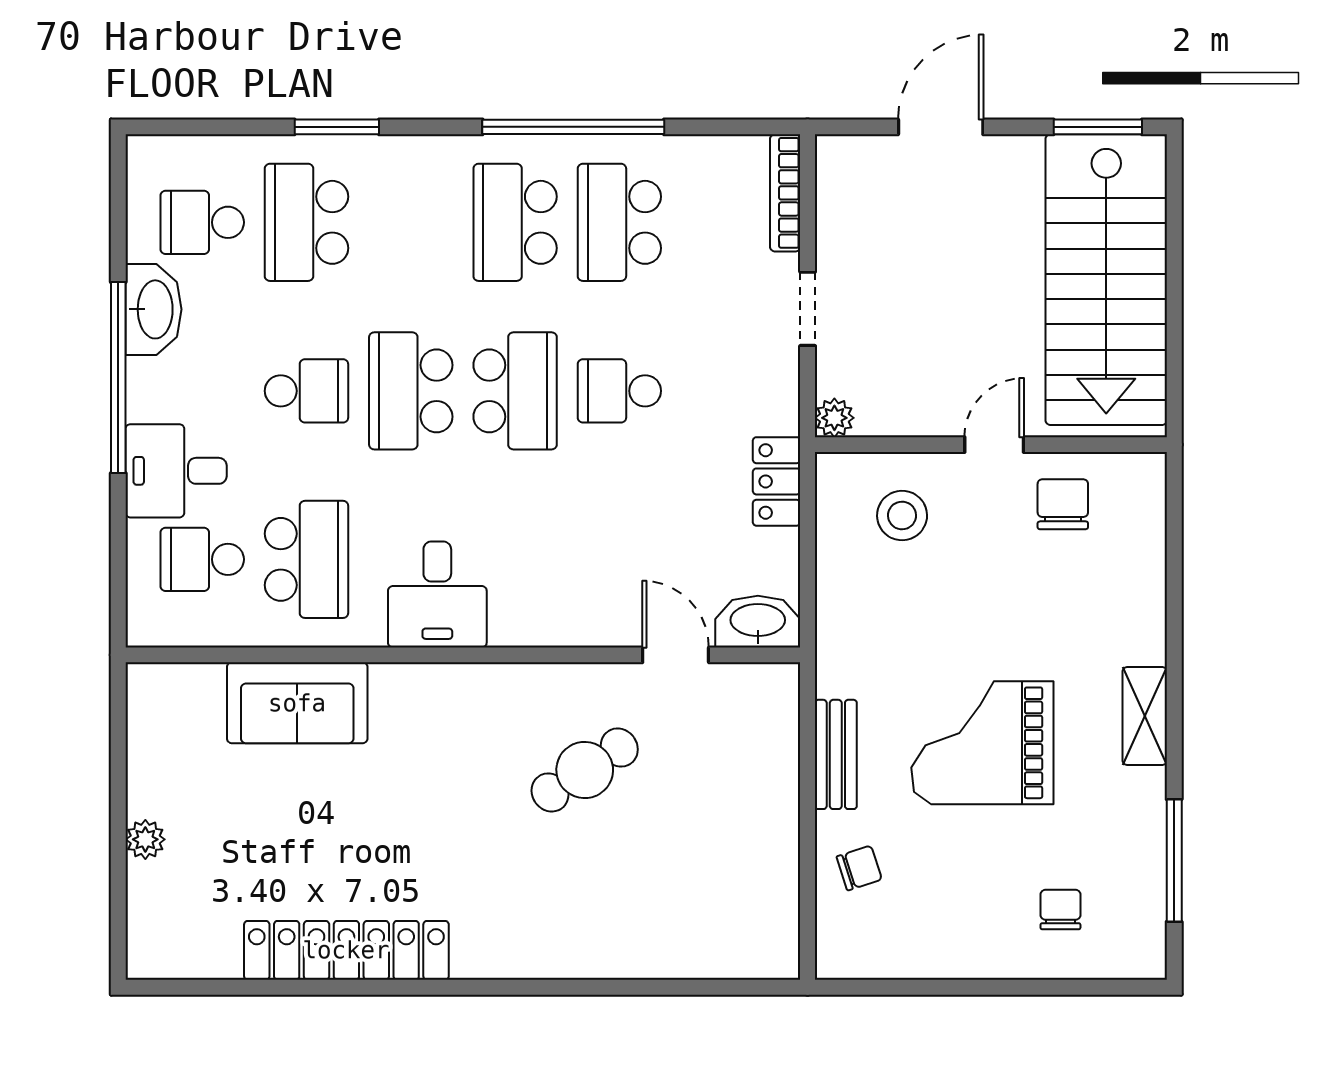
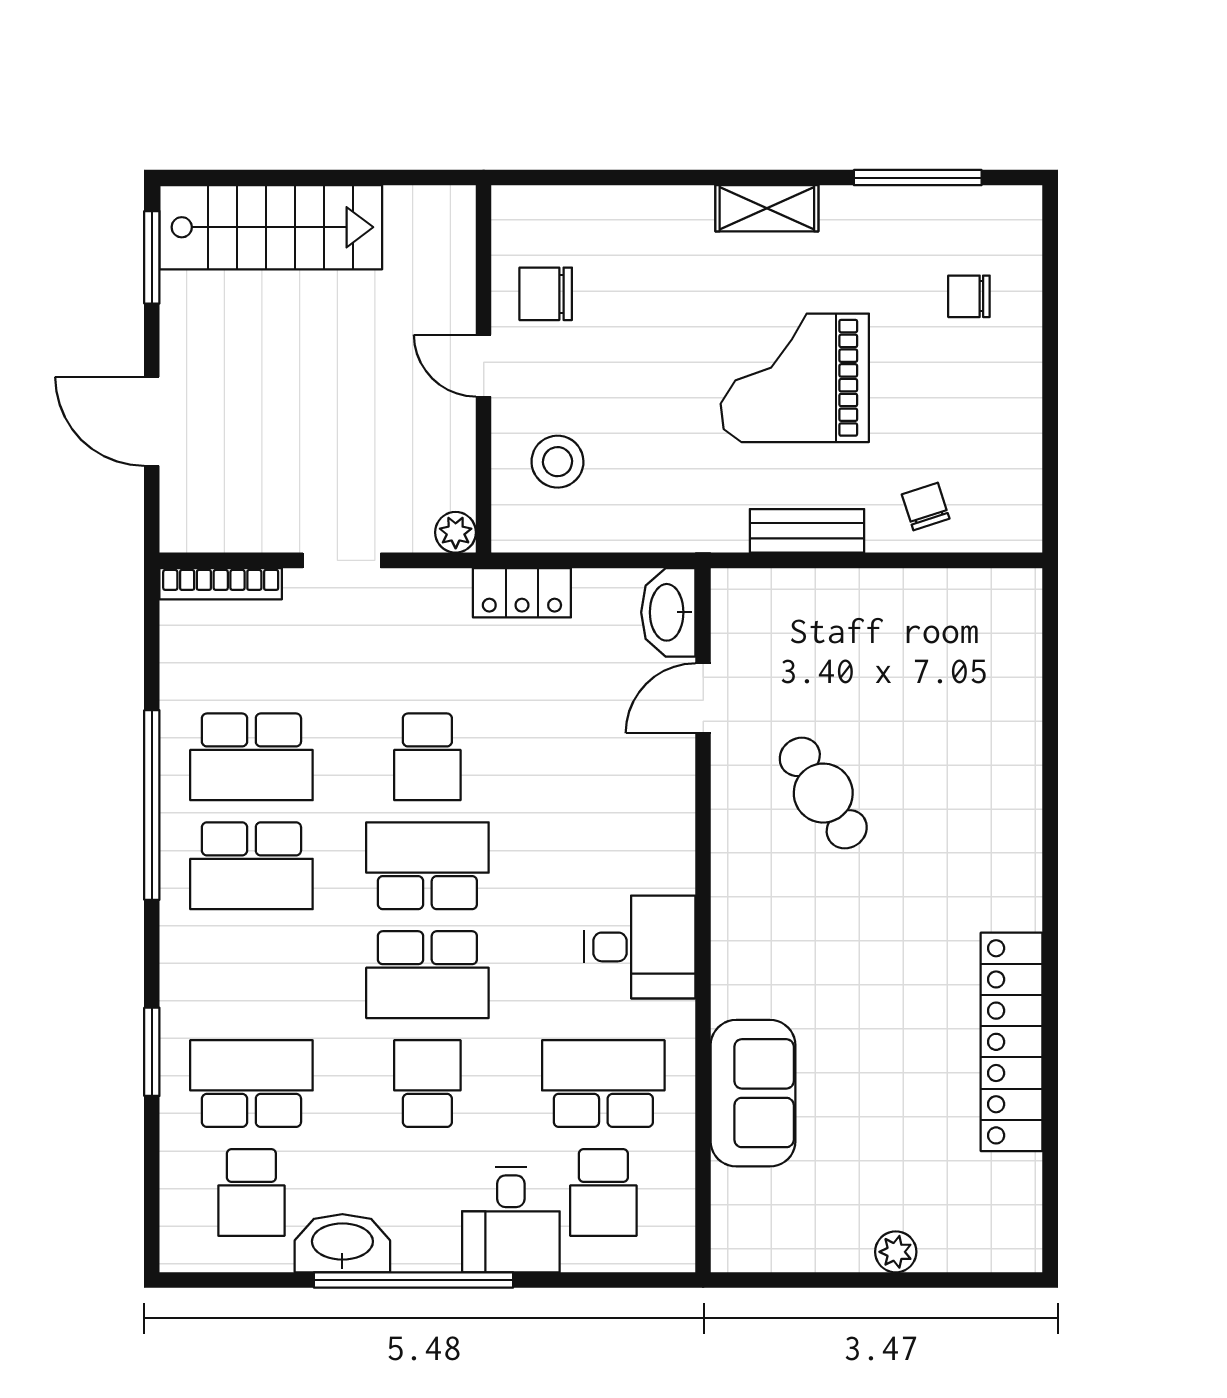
school desk: (306, 222) -> (251, 1084), turned 180
stairs: (1106, 280) -> (271, 227), width x0.73, depth x0.66
grand piano: (982, 743) -> (795, 378), turned 90

